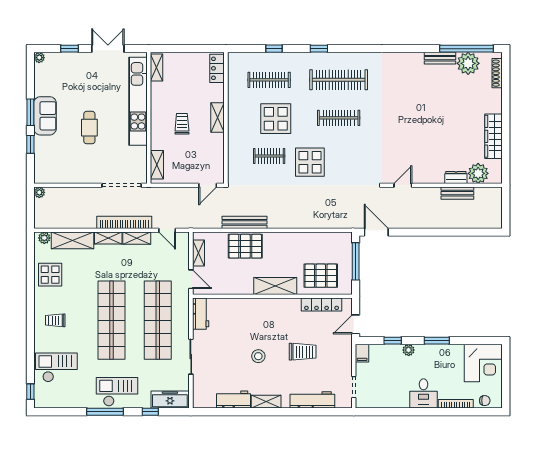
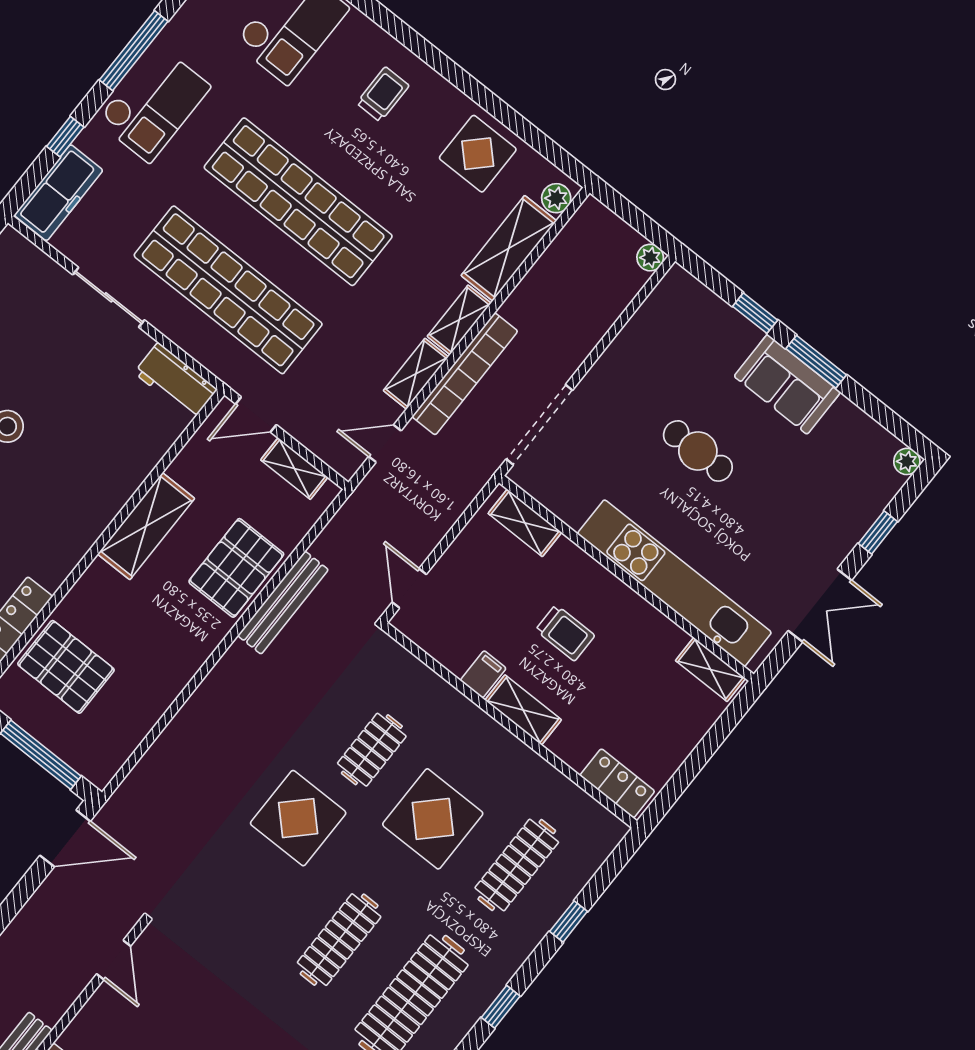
filing cabinet: (216, 139) -> (483, 674), added
pallet: (321, 276) -> (66, 667), turned 90
shelving: (275, 286) -> (146, 526), moved

